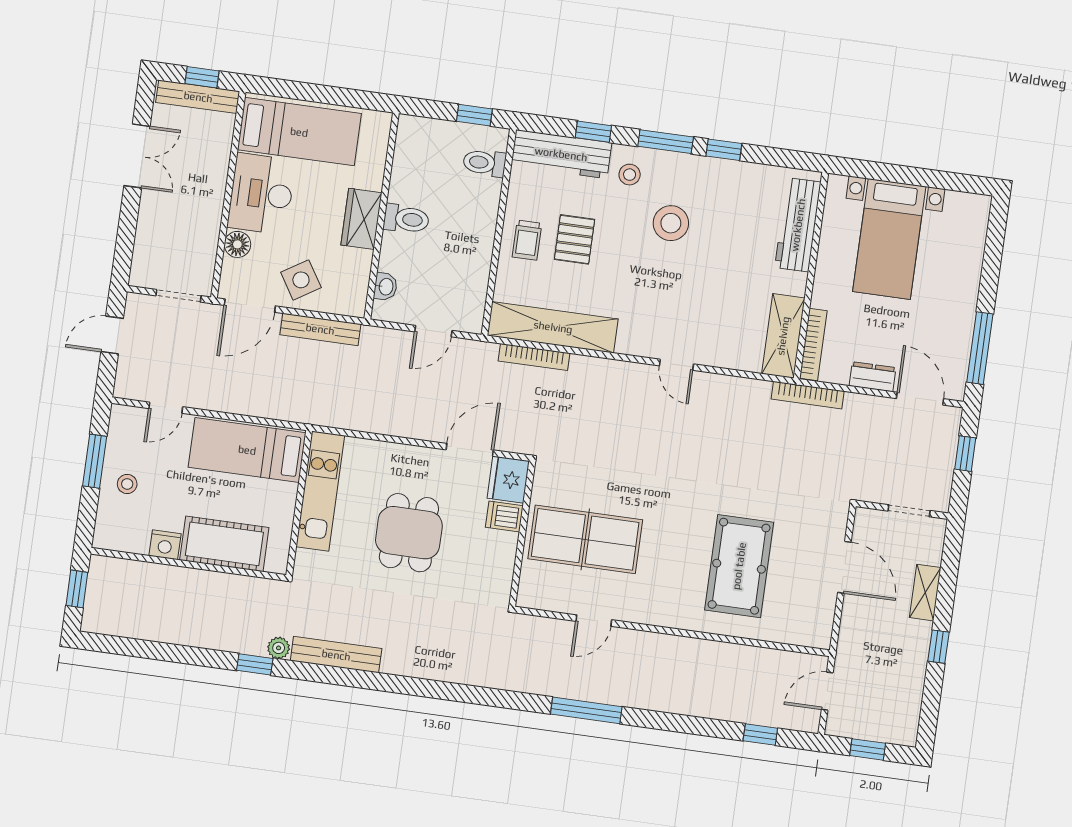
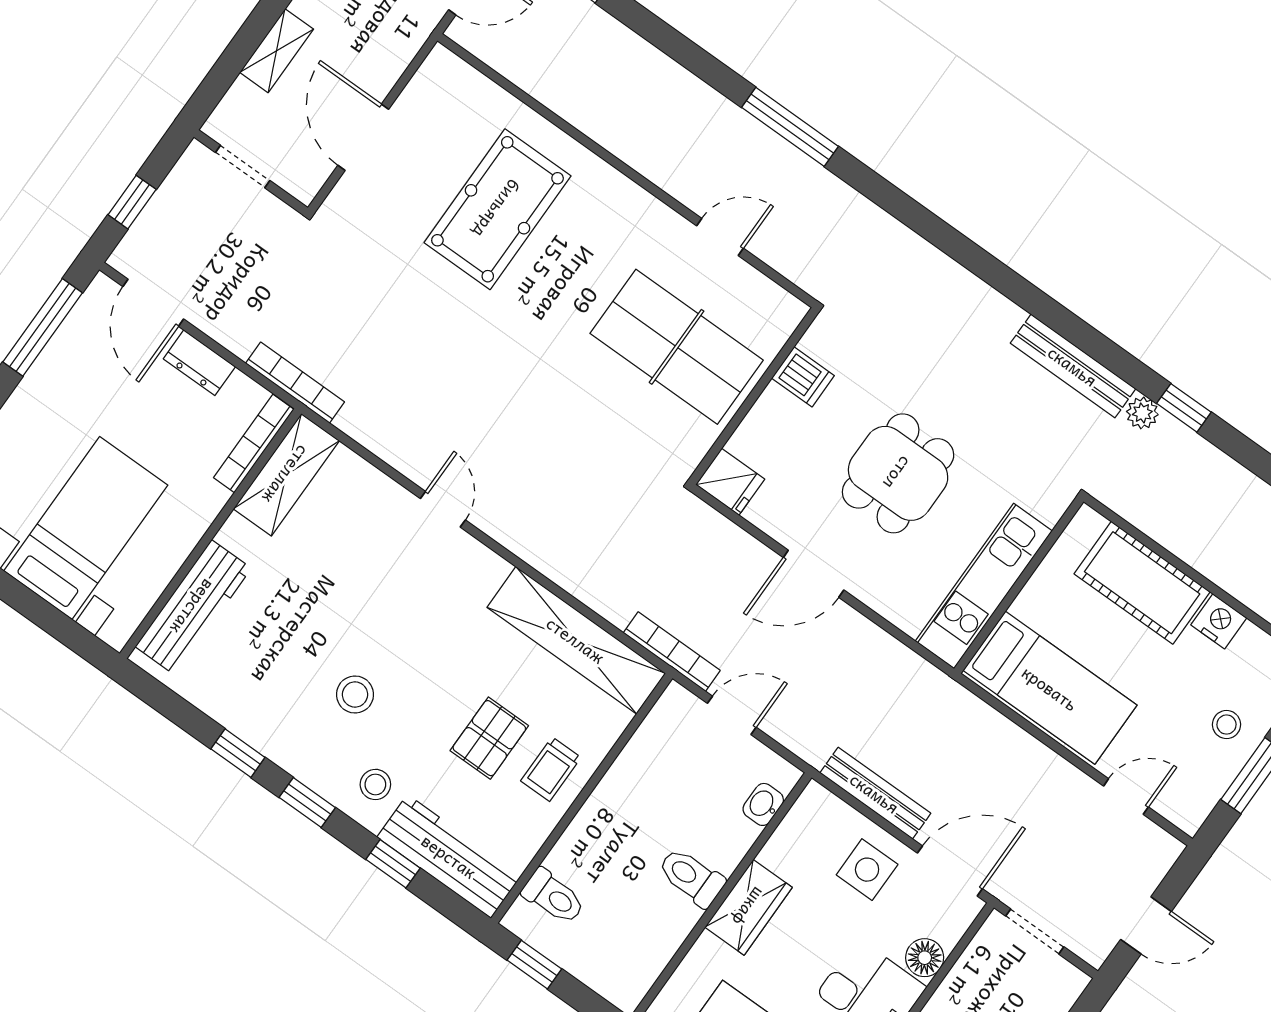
window: (666, 142) -> (307, 803), width x0.67
stool: (671, 223) -> (355, 695), width x0.73, depth x0.73
trolley: (527, 240) -> (551, 769), turned 180
side table: (301, 280) -> (867, 870), turned 32
bookcase: (534, 357) -> (672, 652), moved
door: (470, 450) -> (814, 574), moved
fridge: (508, 480) -> (730, 482), width x0.72
dishwasher: (504, 516) -> (803, 377), moved

